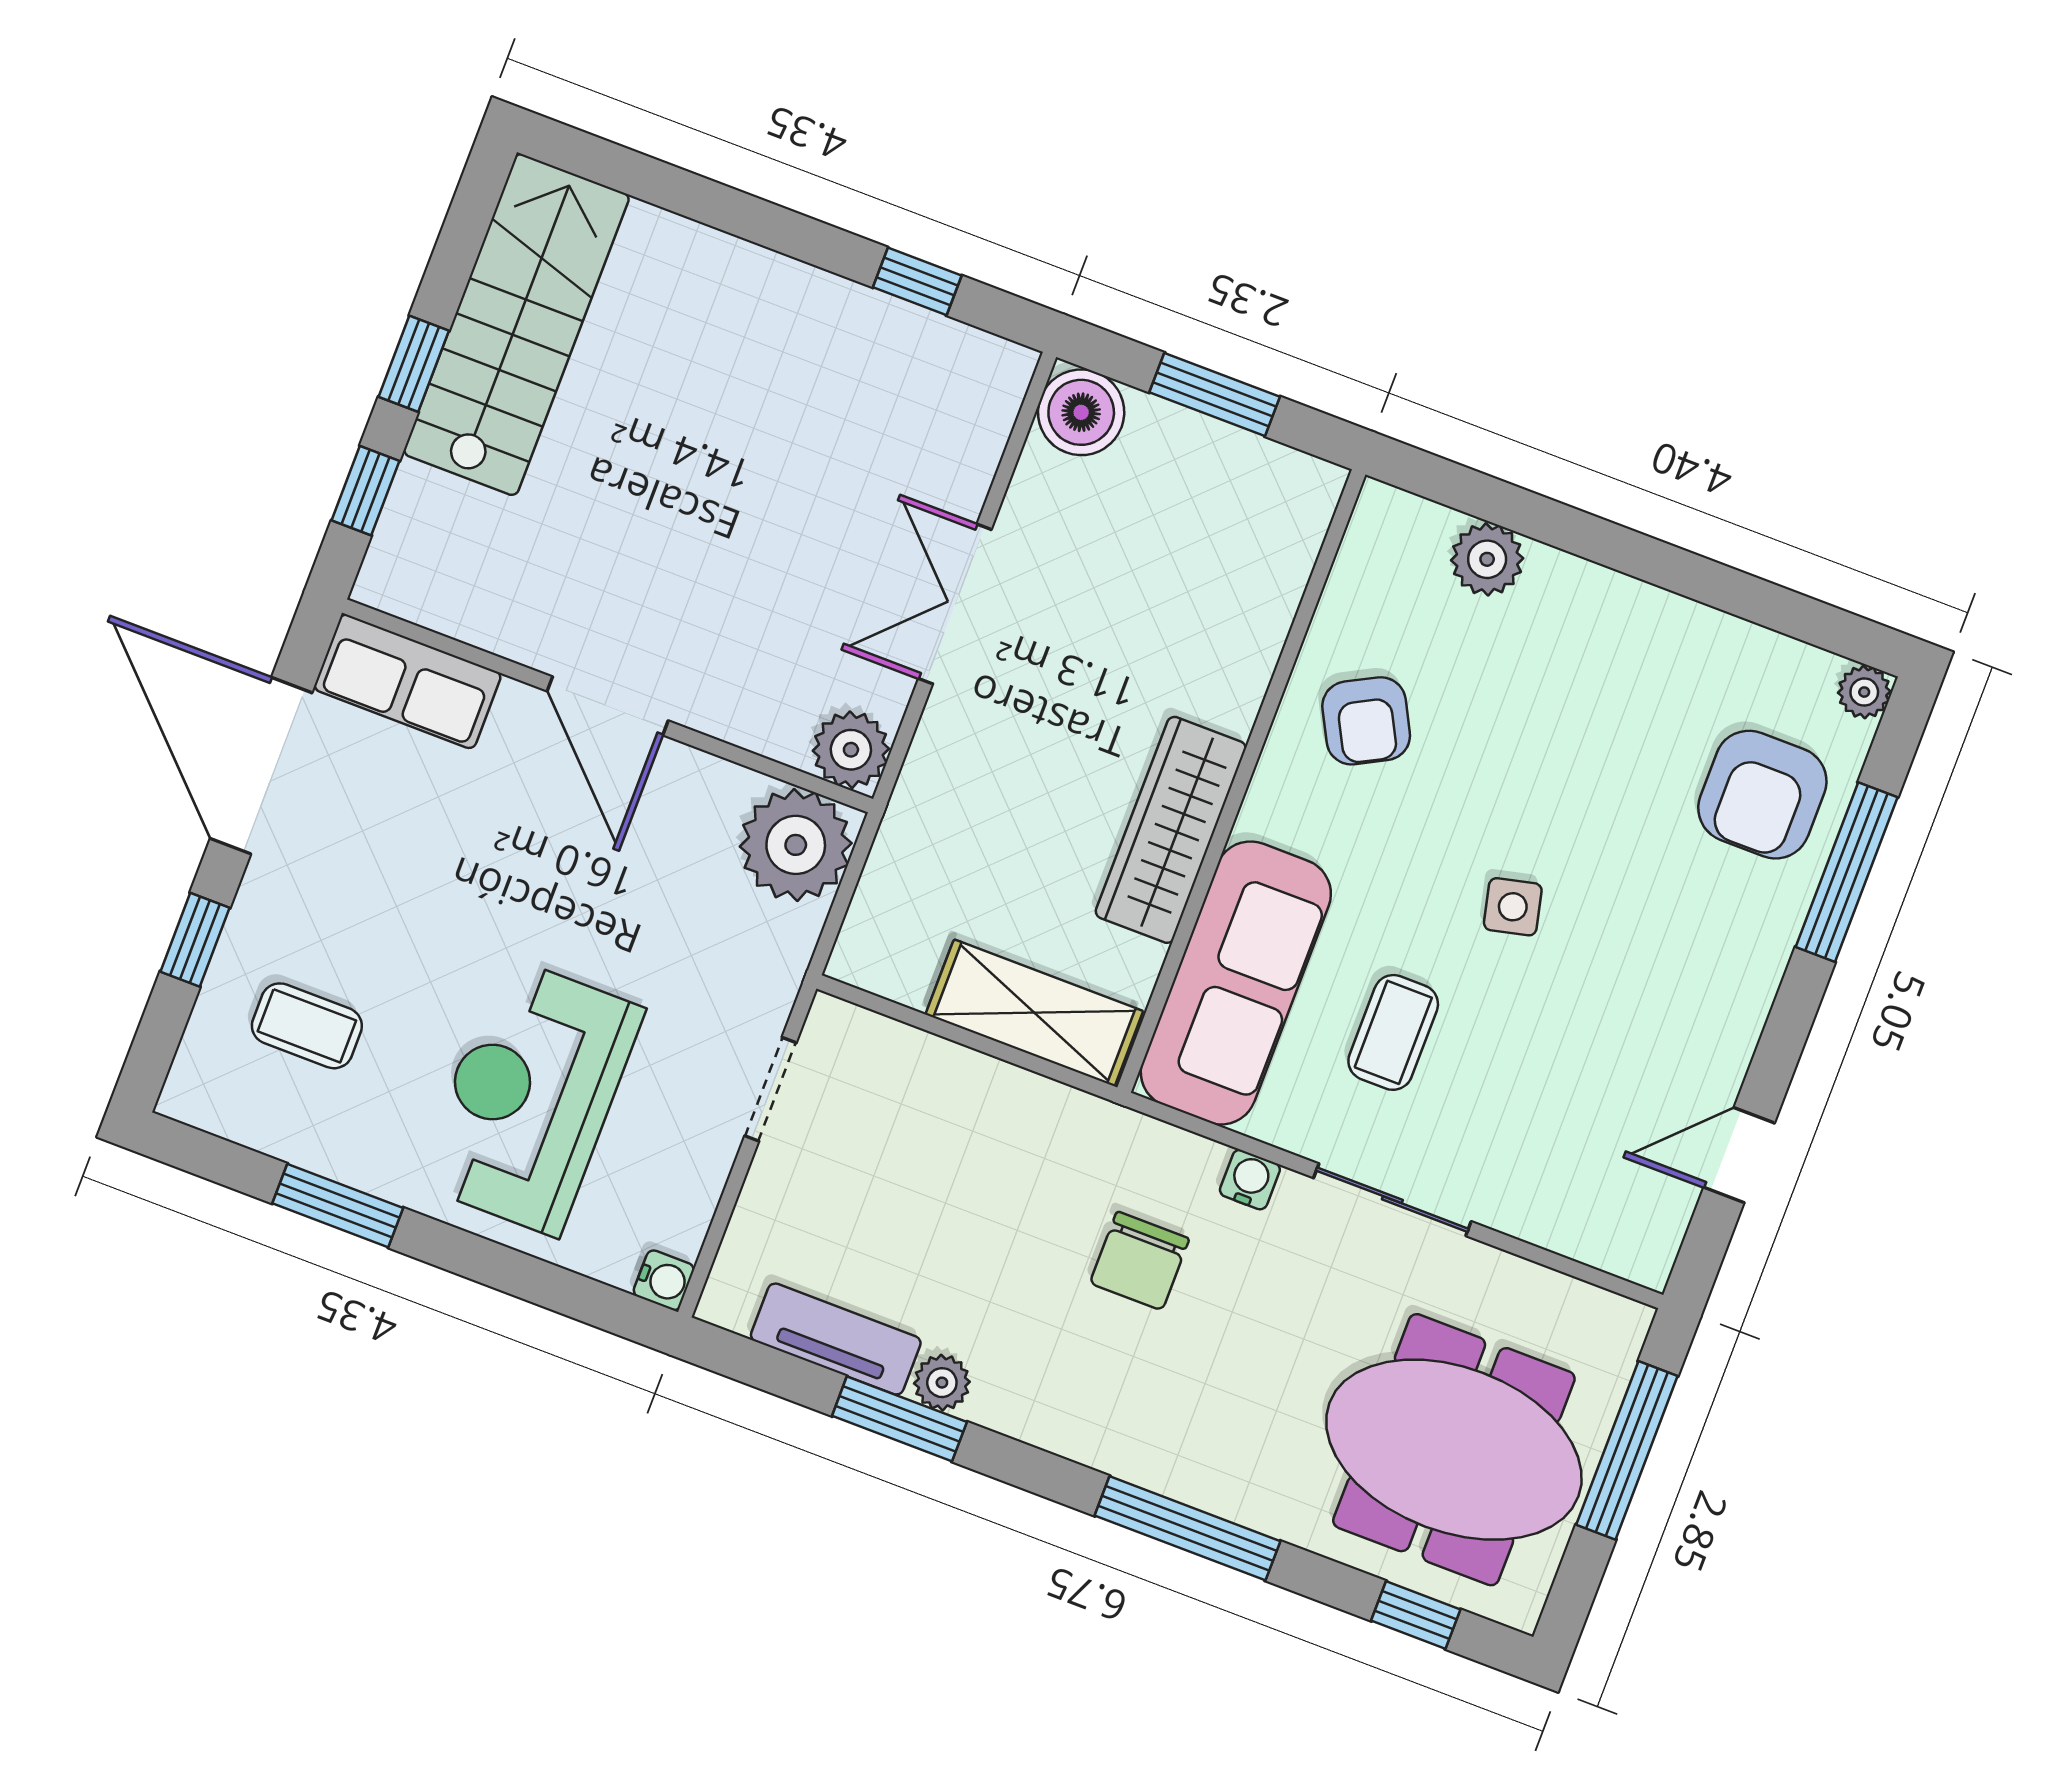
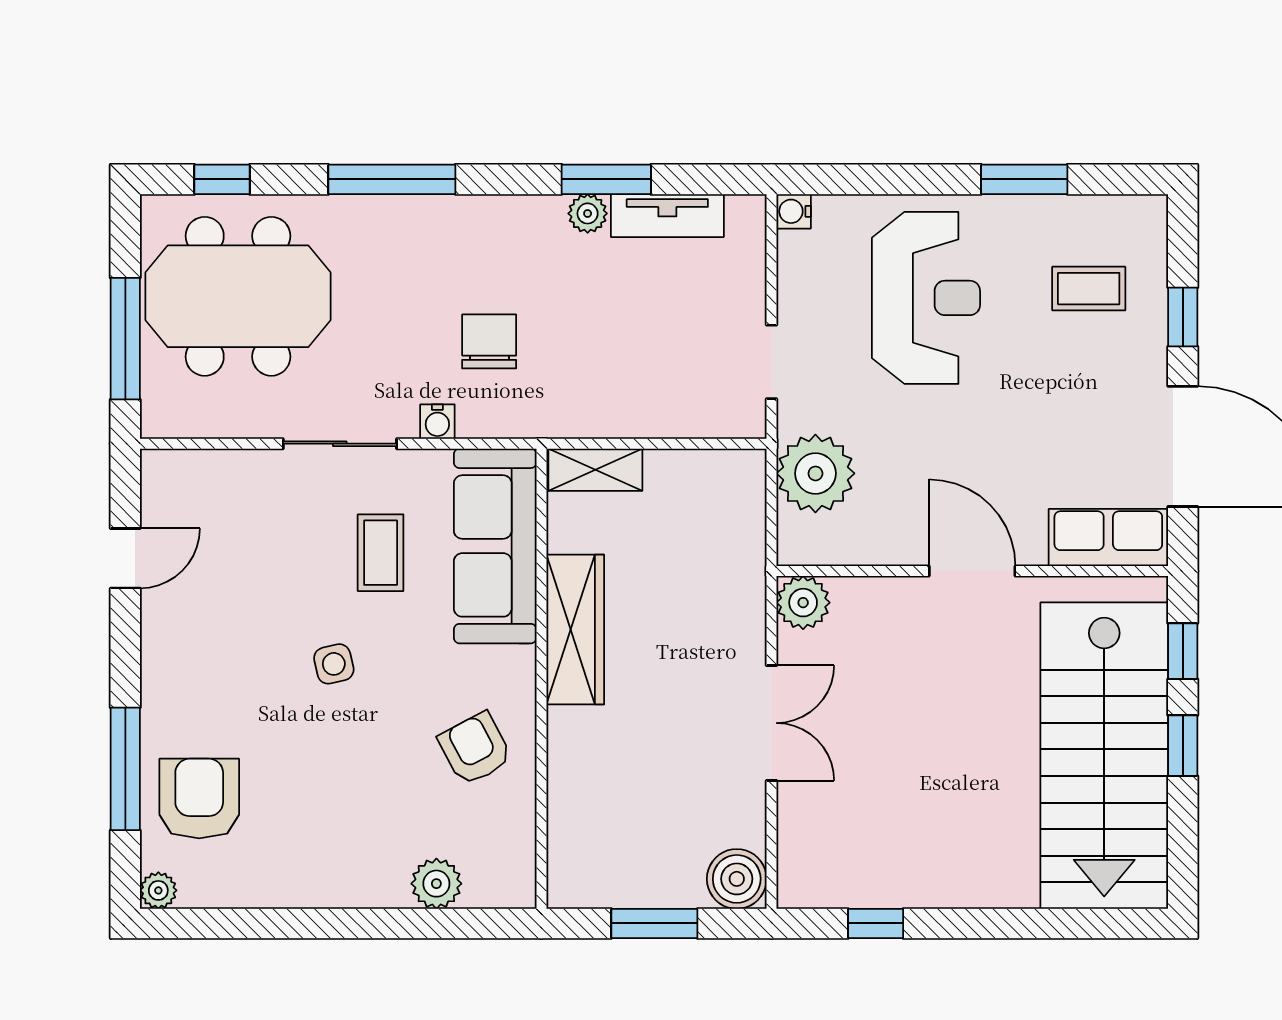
stairs: (516, 325) -> (1104, 756), width x1.36, depth x1.51
plant: (796, 845) -> (815, 473), moved
shelving: (1034, 1013) -> (595, 470), width x0.67, depth x0.75

